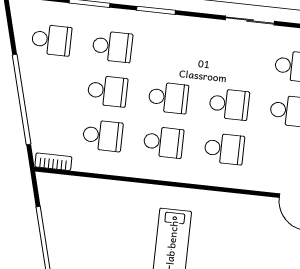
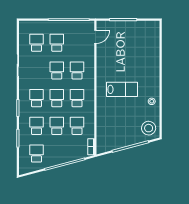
school desk: (173, 53) -> (36, 98), added

